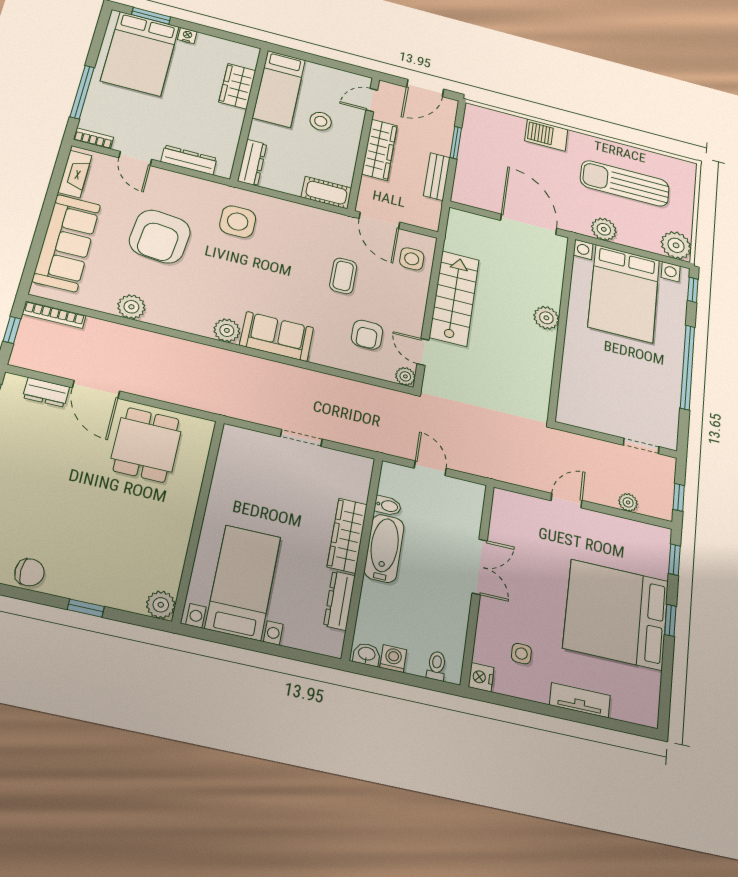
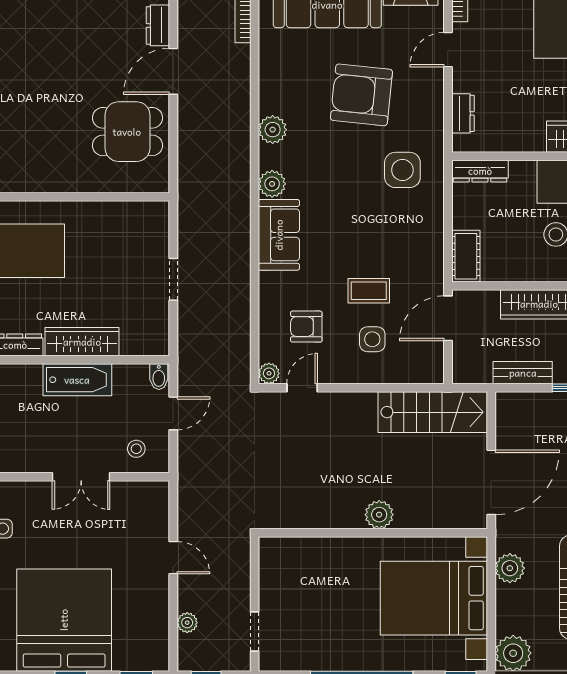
dresser: (189, 160) -> (463, 113), width x0.70
side table: (412, 259) -> (372, 339), moved
stairs: (454, 298) -> (433, 412), moved
plant: (131, 307) -> (273, 130), moved
bidet: (388, 506) -> (159, 377), moved
stool: (459, 509) -> (136, 449), added

